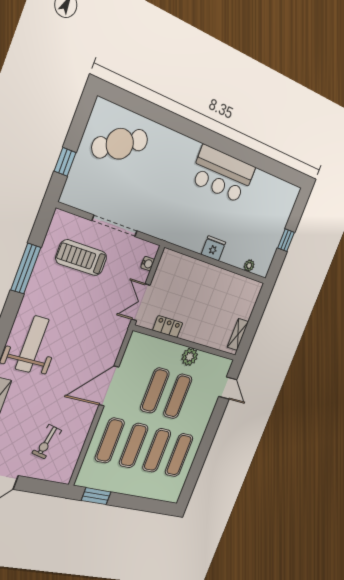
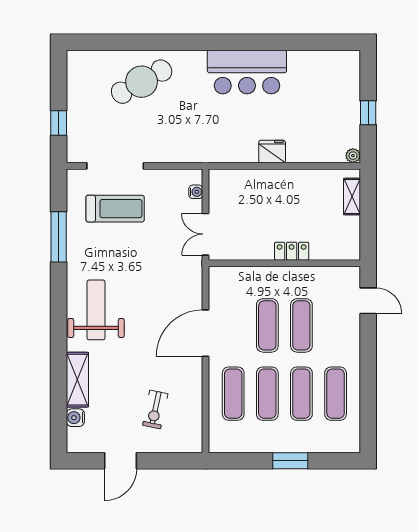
cafe table: (120, 144) -> (142, 82), moved
doorway: (115, 226) -> (115, 166), moved
treadmill: (81, 258) -> (115, 209), turned 180
plant: (249, 266) -> (353, 156), moved
locker: (168, 327) -> (292, 251), moved
shelving: (238, 334) -> (352, 197), moved
plant: (190, 357) -> (297, 277), removed
window: (96, 496) -> (290, 461), moved

